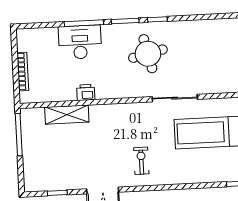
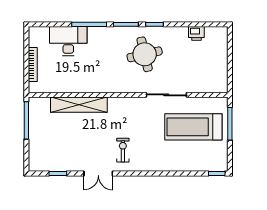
desk: (80, 42) -> (68, 41), moved
printer: (86, 92) -> (196, 33), moved, turned 180
shelving: (67, 115) -> (79, 105), width x1.47
exercise bike: (141, 161) -> (123, 150), moved

